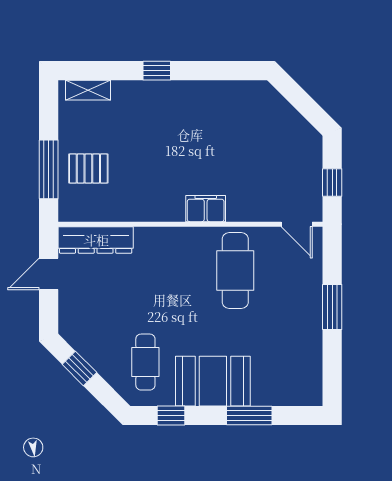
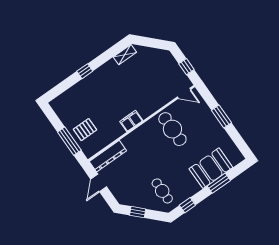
shelving: (88, 90) -> (125, 55), moved
filing cabinet: (206, 209) -> (131, 121), moved
booth: (213, 381) -> (211, 168), moved

